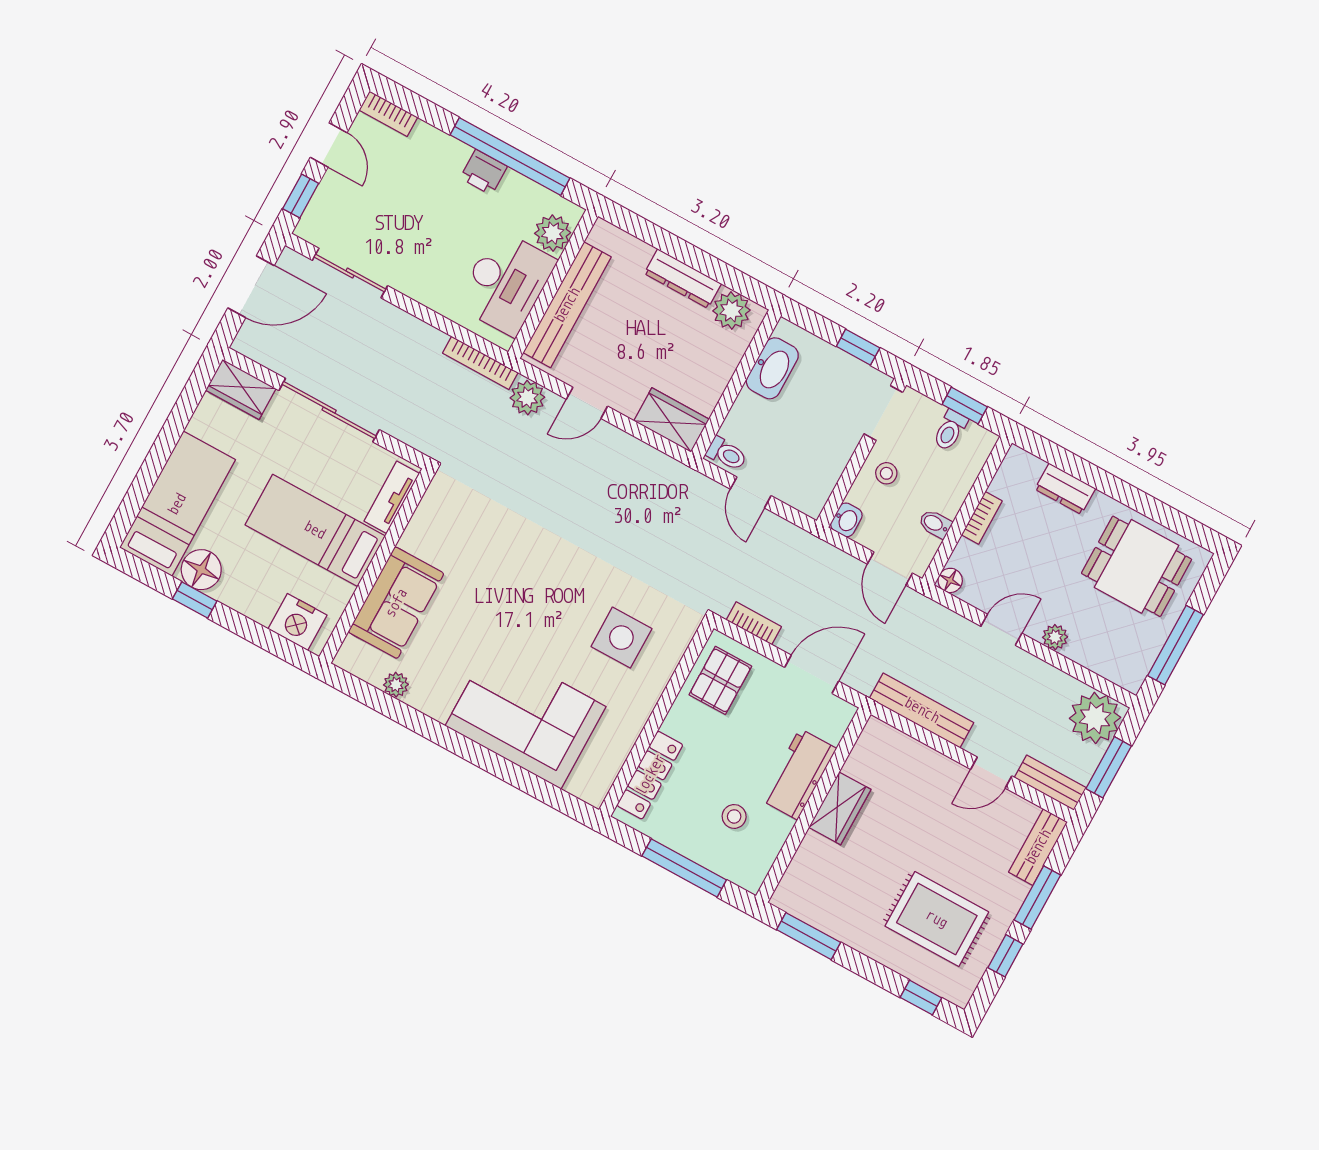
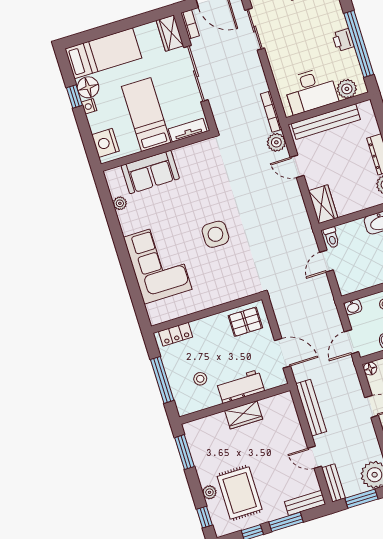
nightstand: (227, 594) -> (89, 106), added
bookcase: (754, 623) -> (190, 24), moved
side table: (621, 638) -> (215, 234), moved
locker: (650, 775) -> (176, 334), width x0.66
plant: (895, 958) -> (209, 492), added

